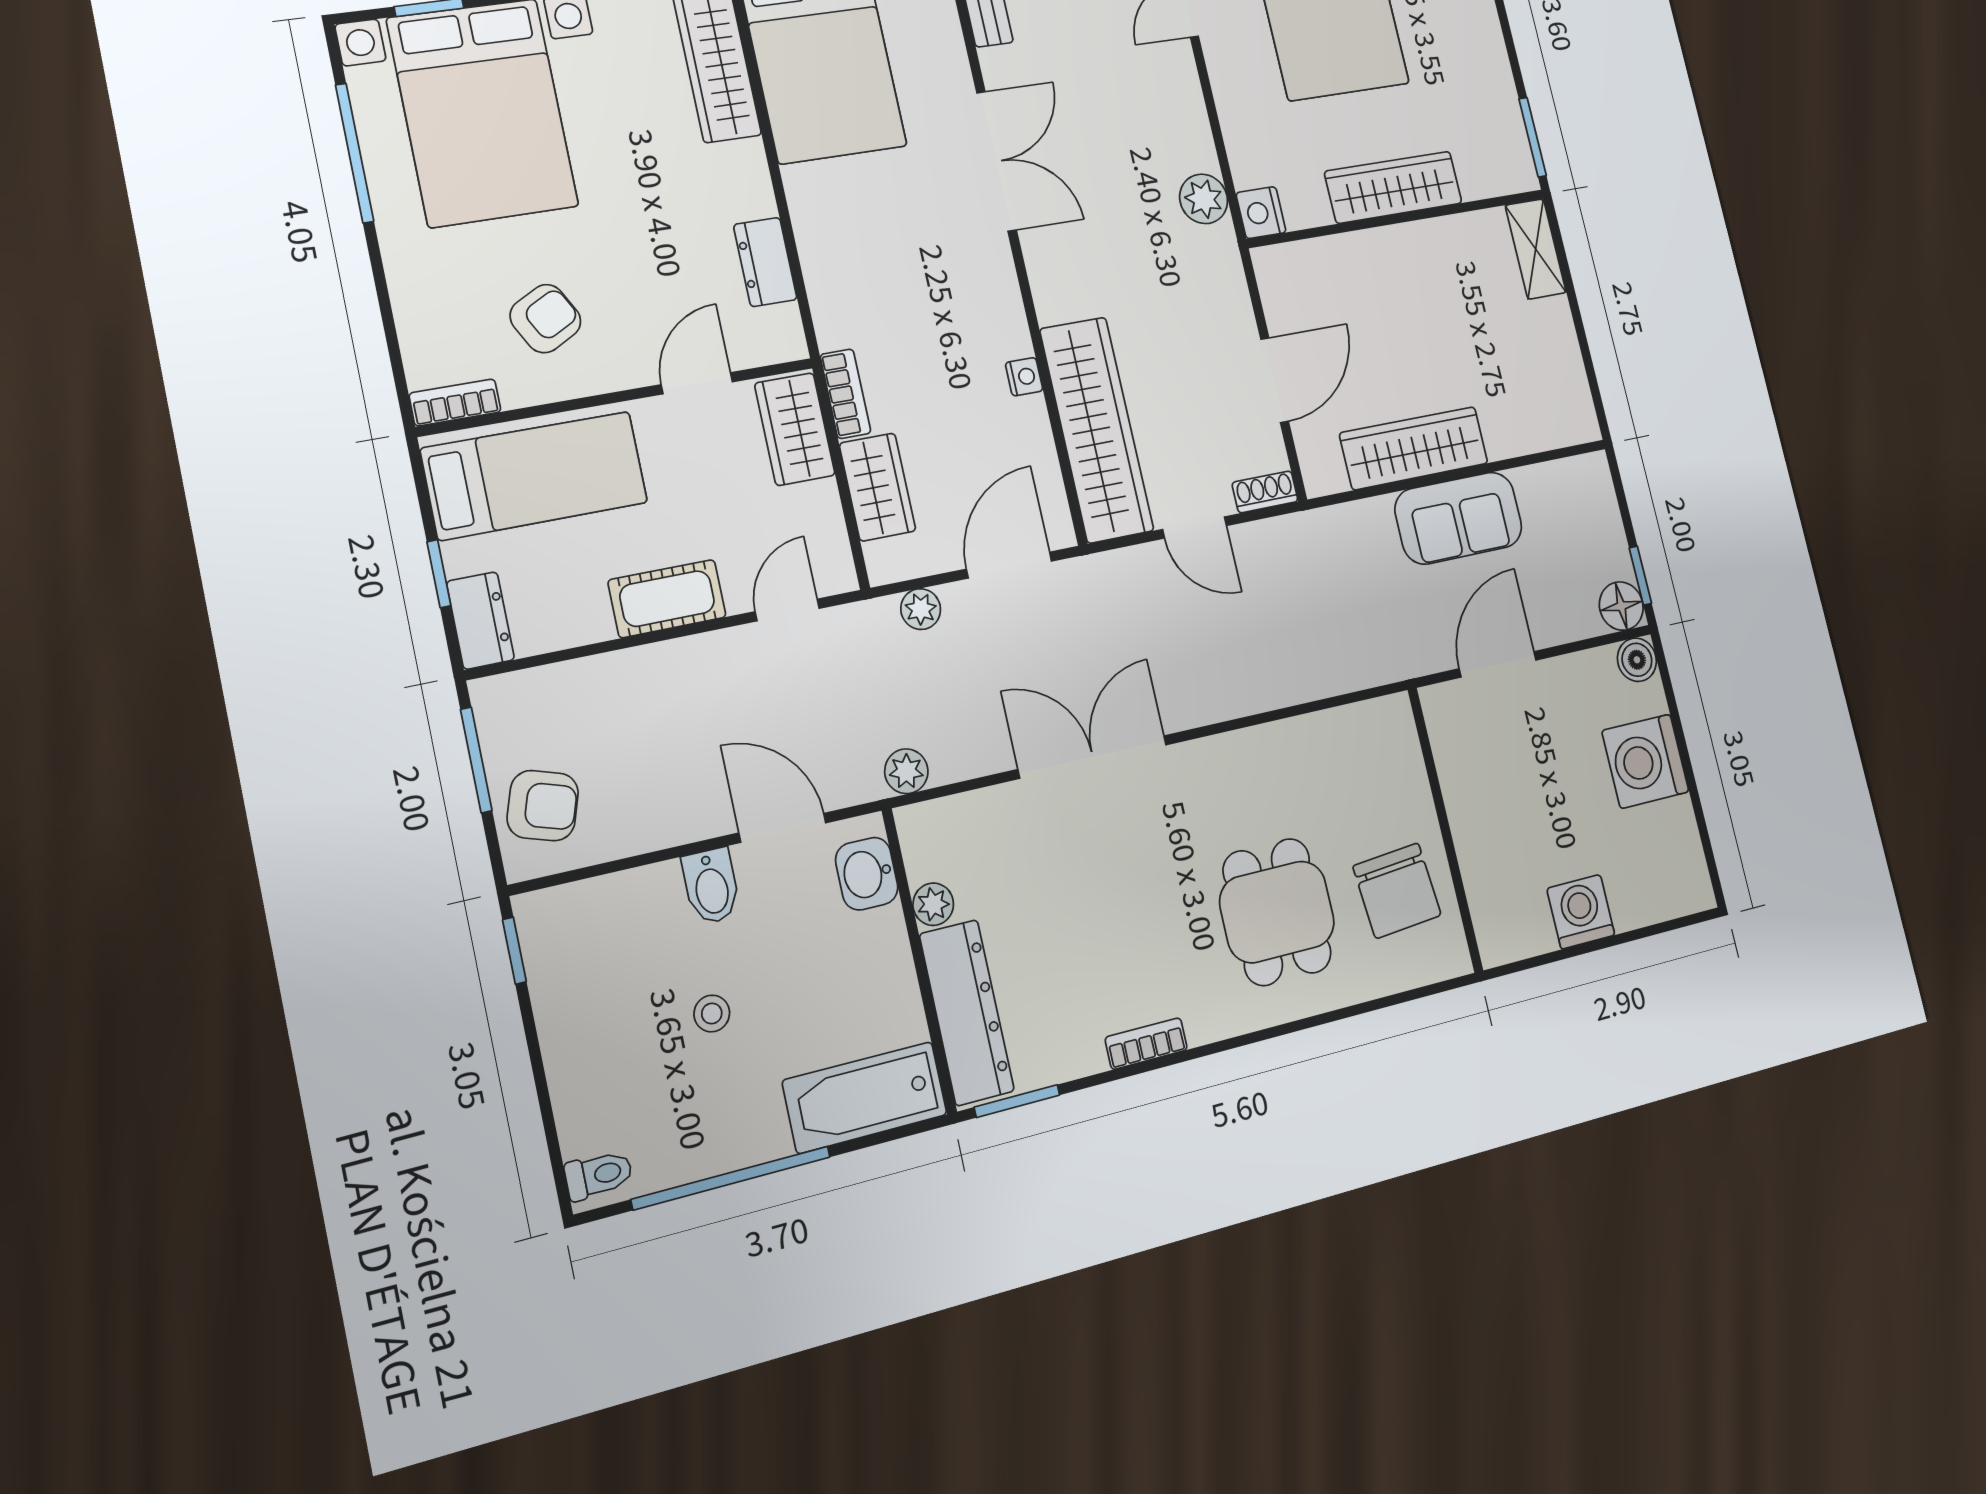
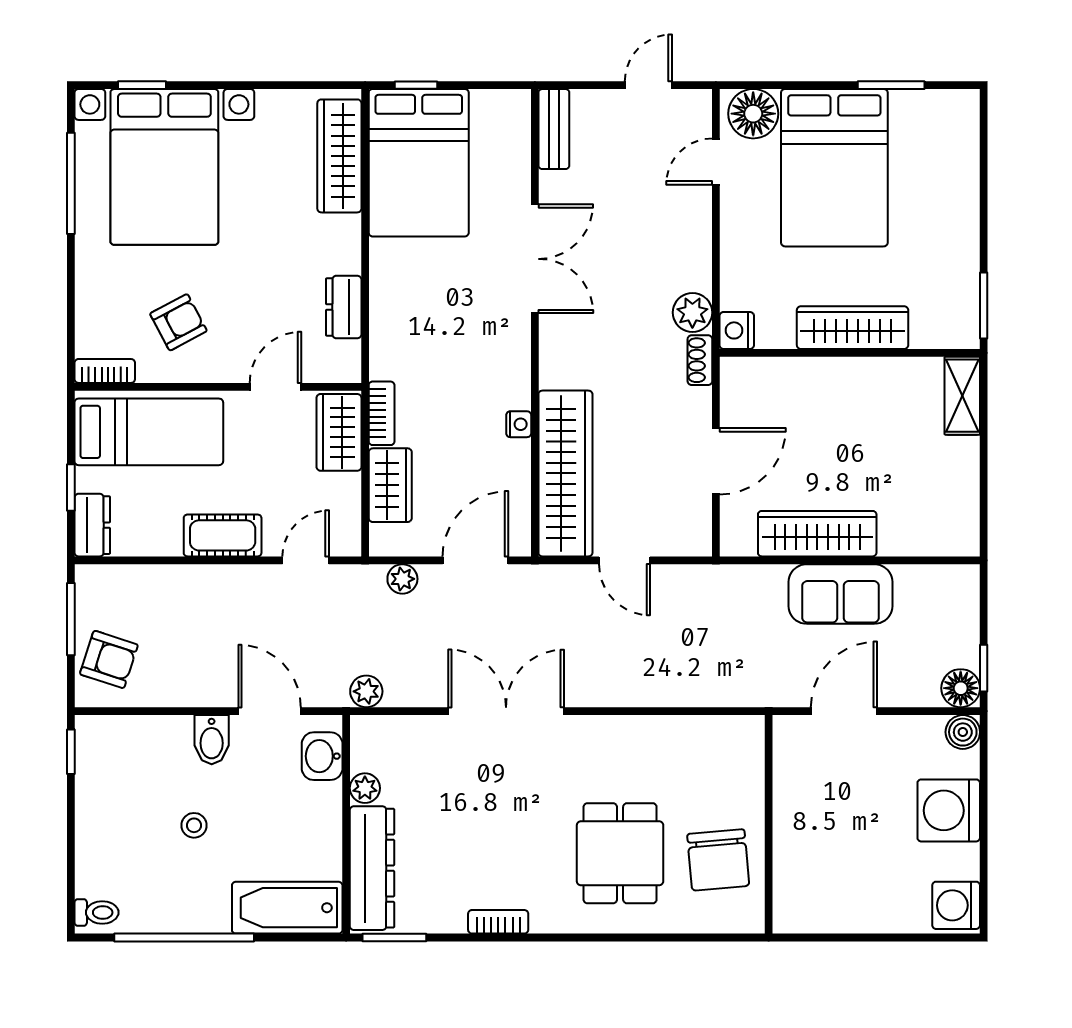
shoe rack: (1265, 492) -> (700, 360), moved, turned -90
washing machine: (1581, 912) -> (956, 905), moved, turned -90

